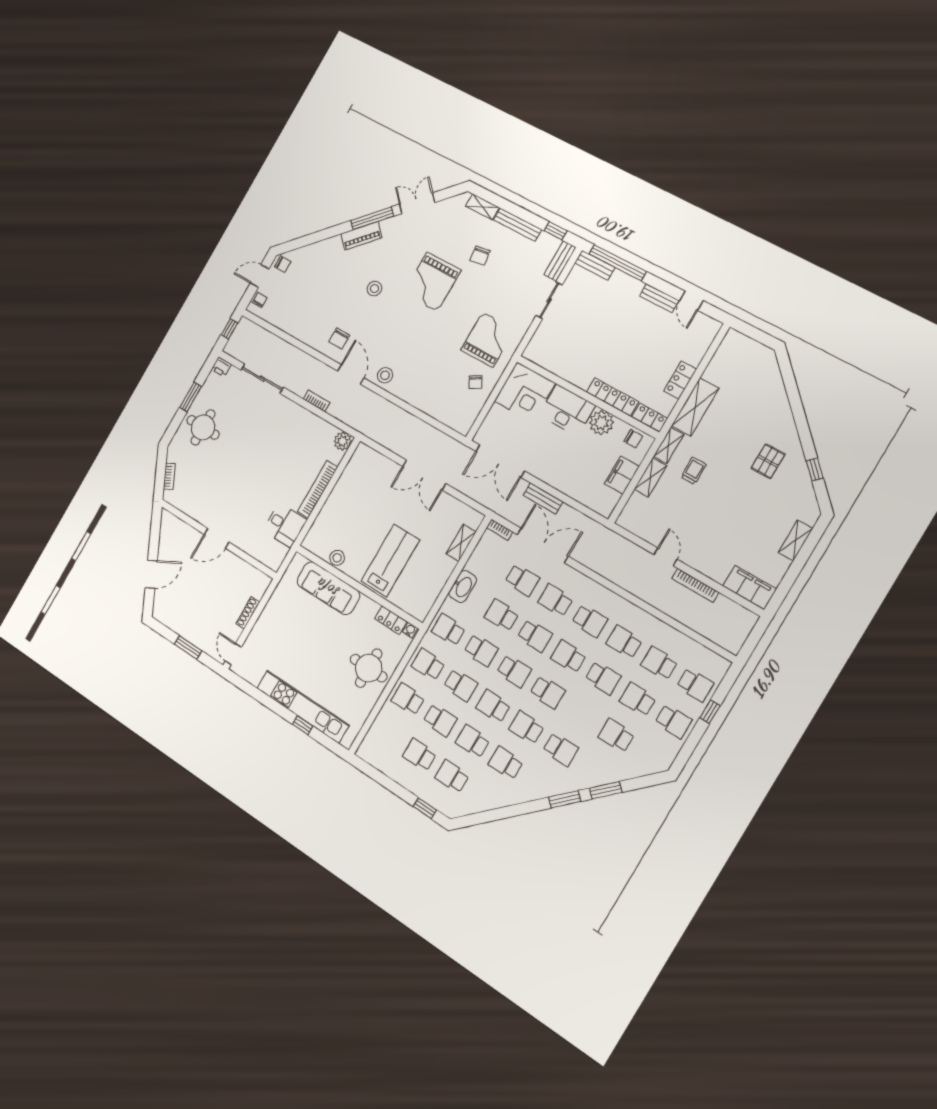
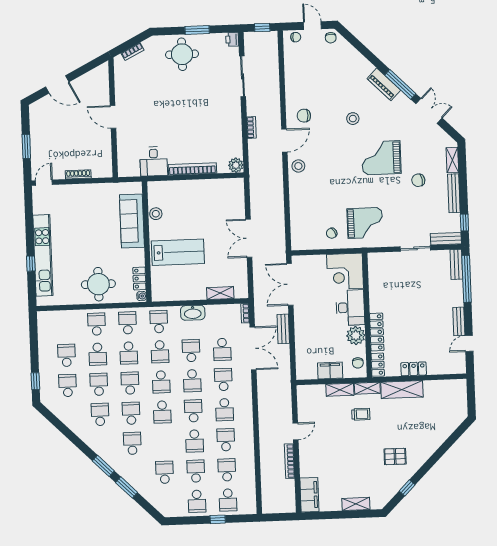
school desk: (560, 749) -> (132, 443), turned 180

